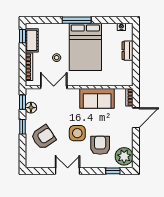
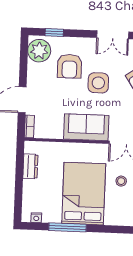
window: (77, 20) -> (67, 227), moved
dresser: (128, 51) -> (30, 166), moved
sofa: (97, 98) -> (86, 127), moved

